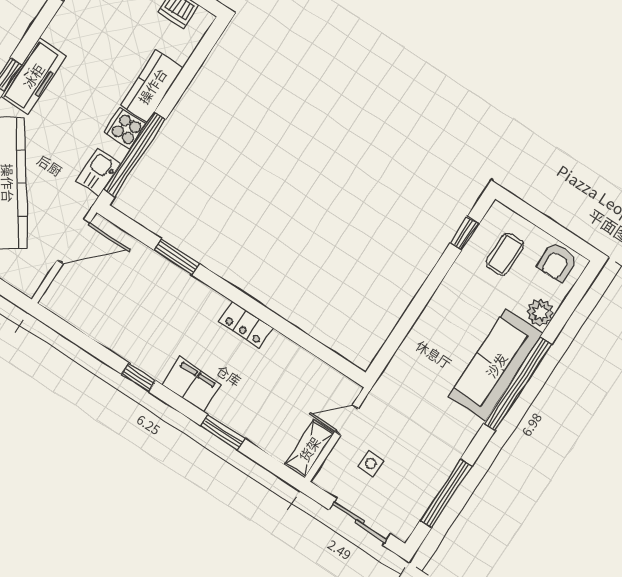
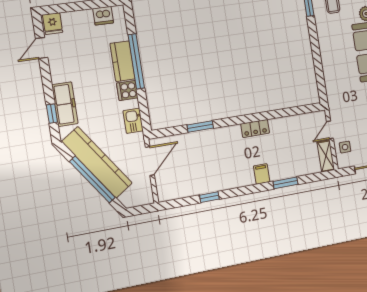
window: (135, 154) -> (136, 61), moved
window: (139, 377) -> (209, 197), moved
filing cabinet: (191, 384) -> (262, 174), width x0.50
side table: (371, 464) -> (345, 147), moved

